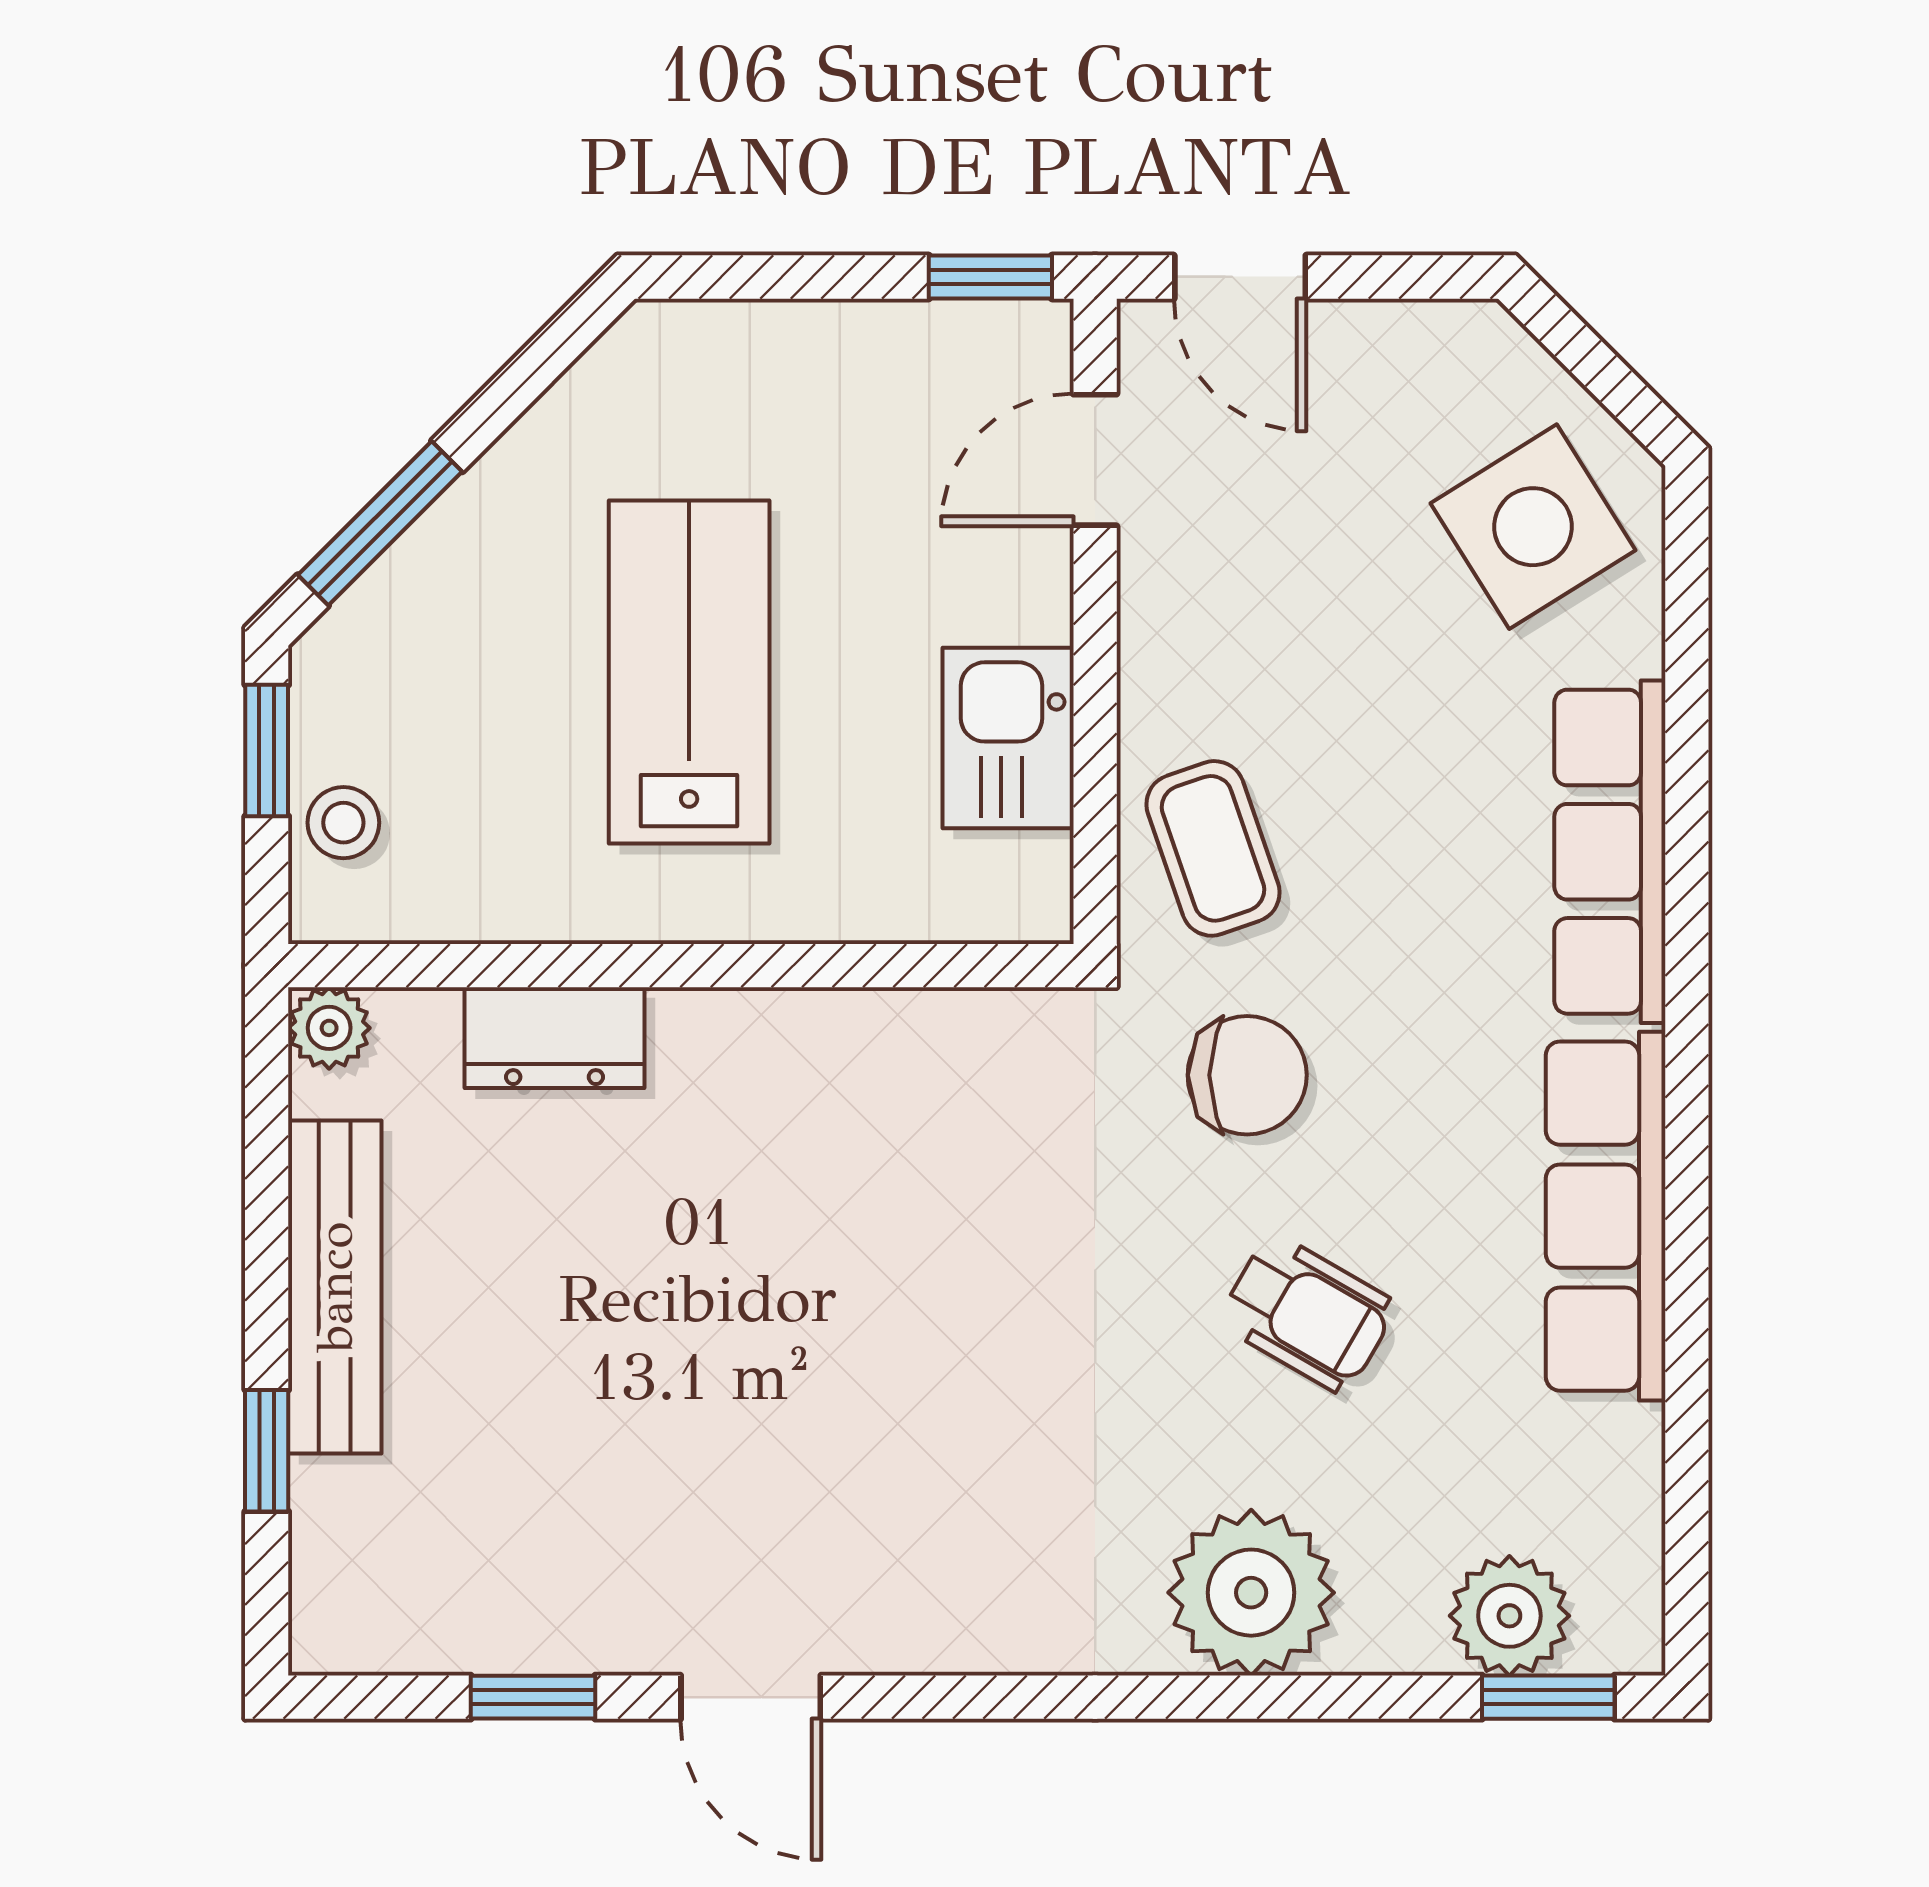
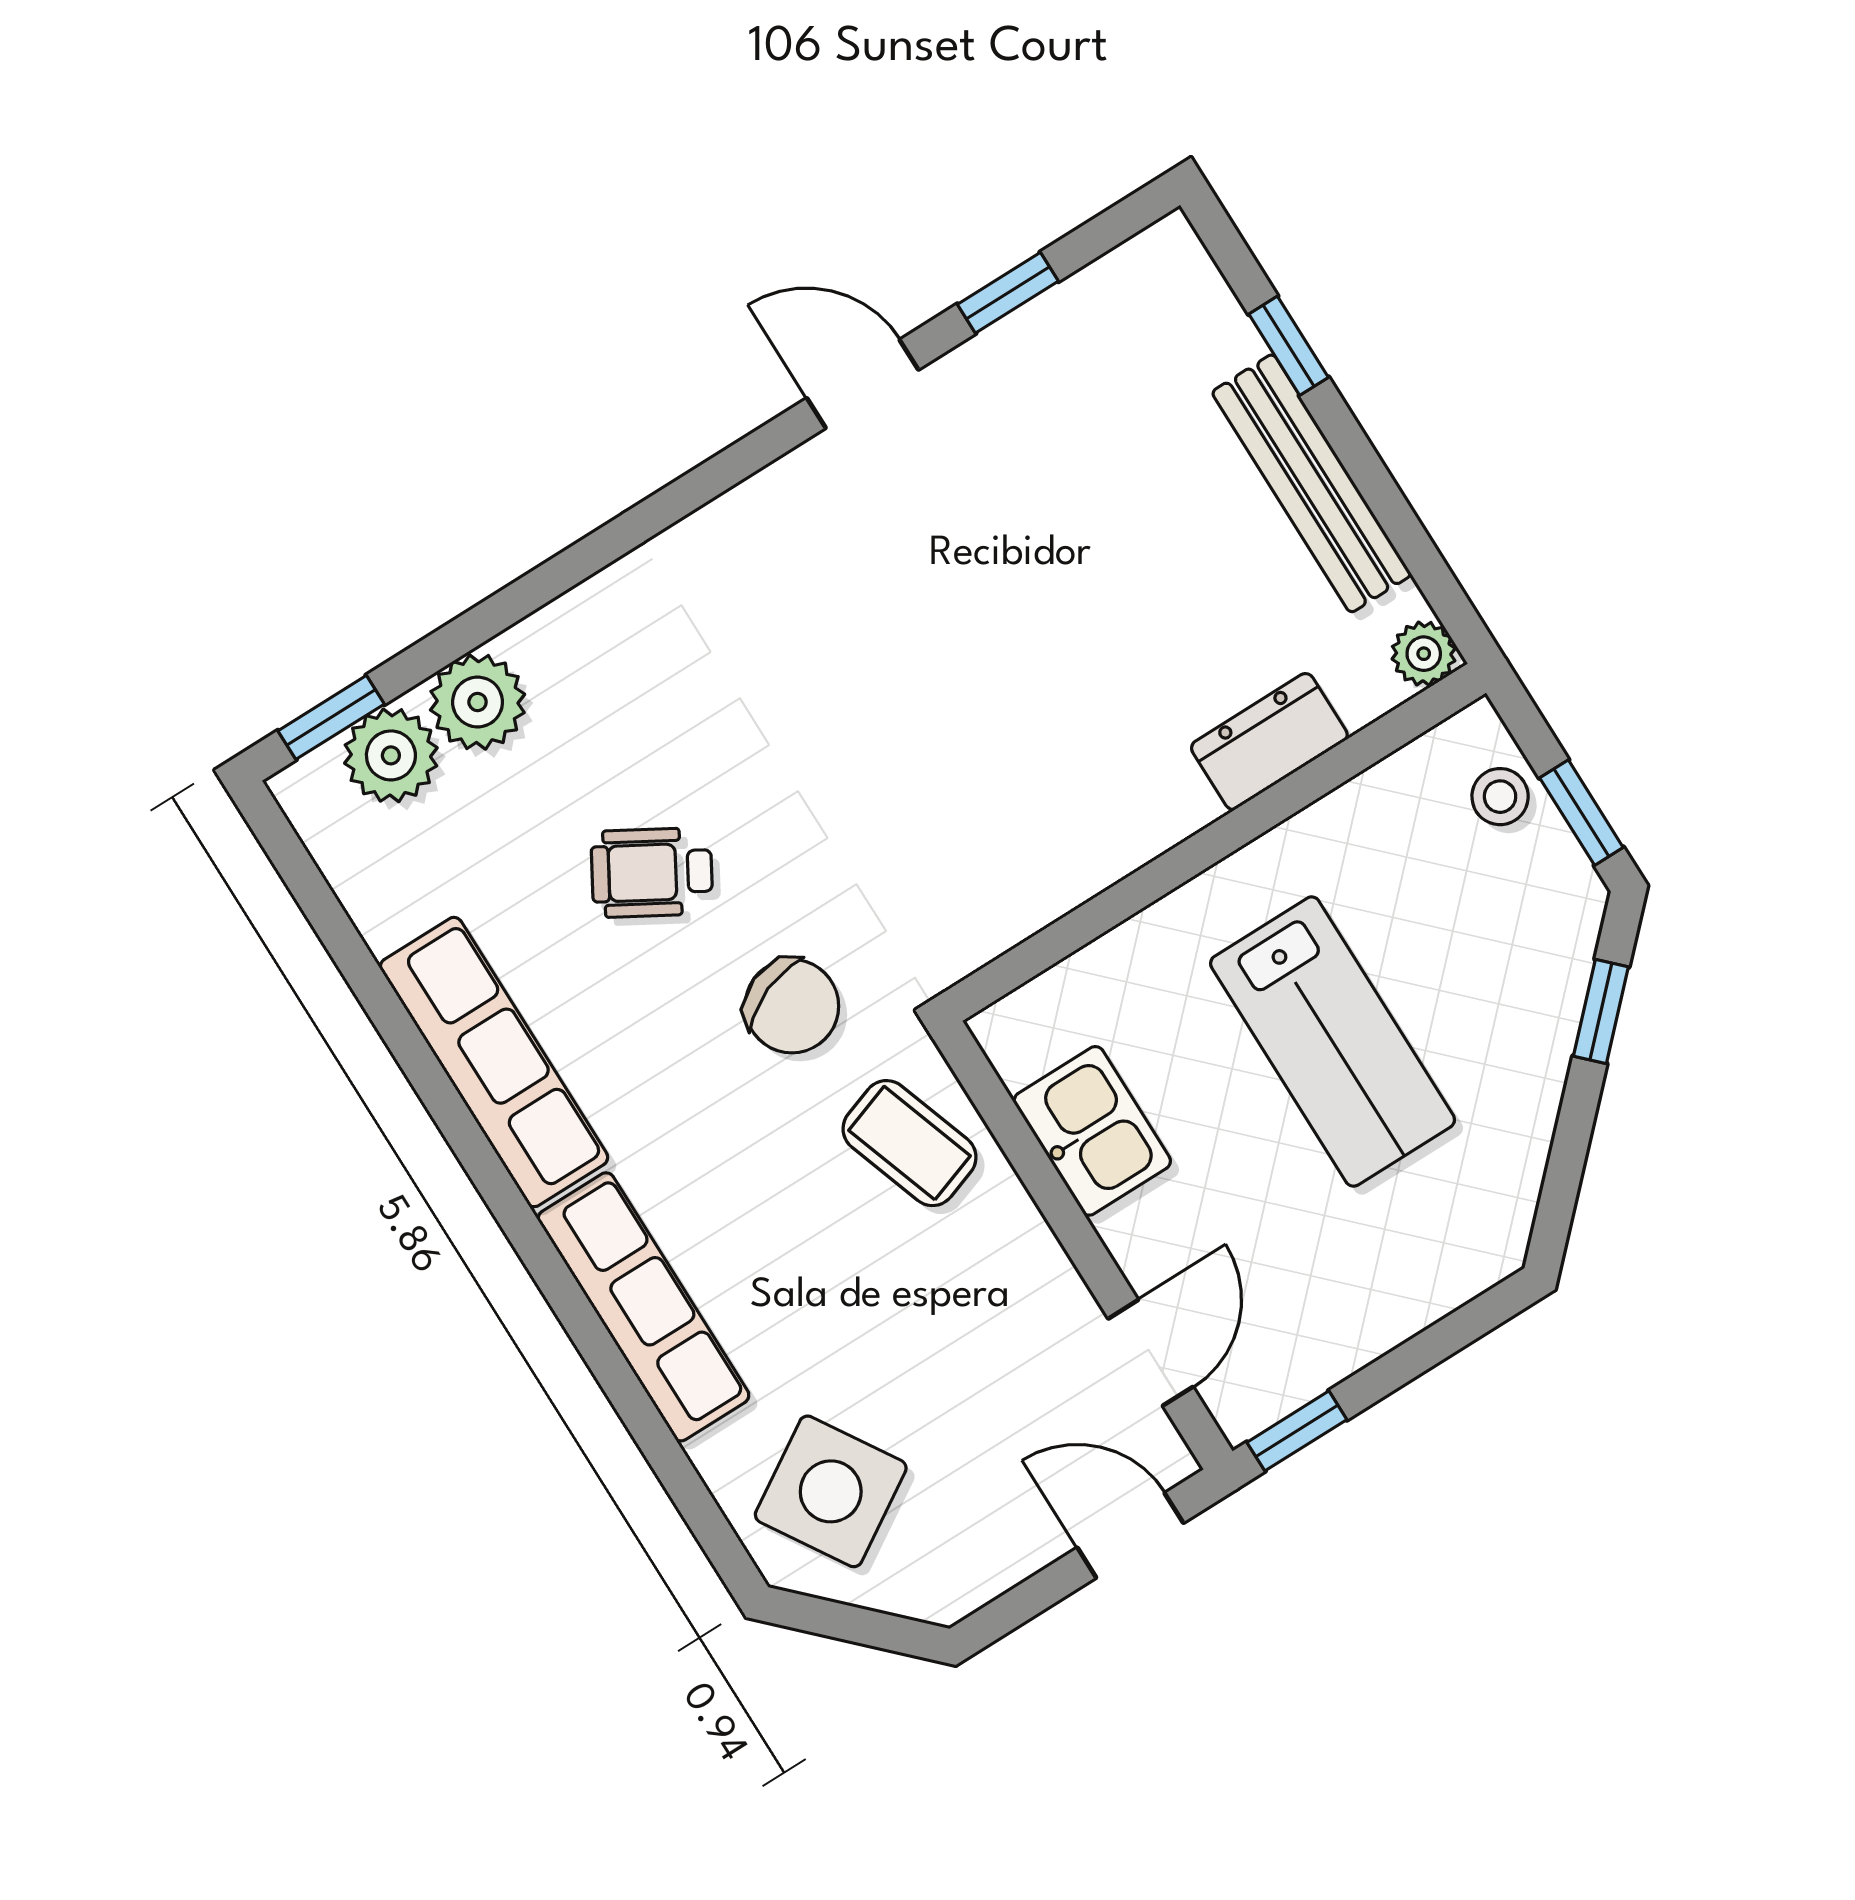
window: (380, 523) -> (1601, 1011), width x0.67
chair: (1247, 1075) -> (792, 1006), turned -112
plant: (1251, 1593) -> (478, 702), moved, width x0.73, depth x0.73

